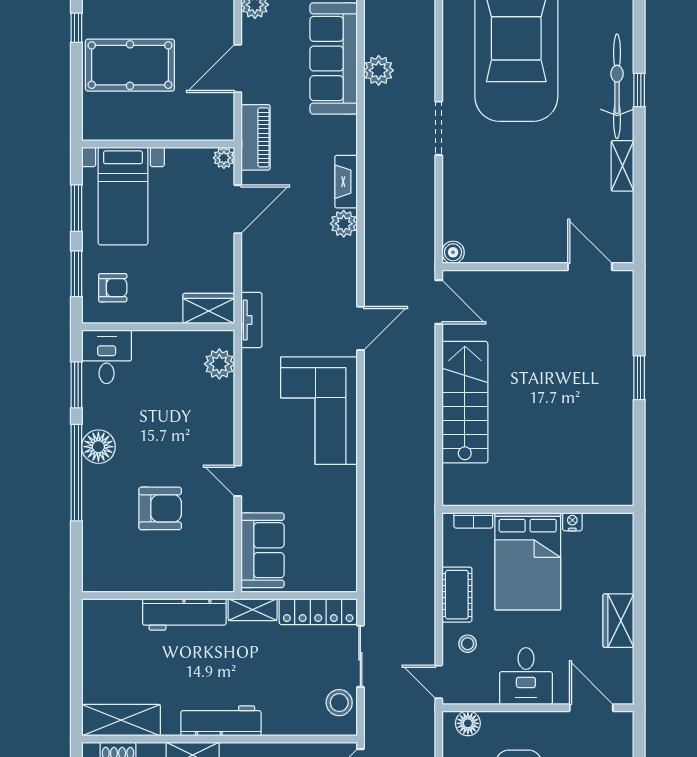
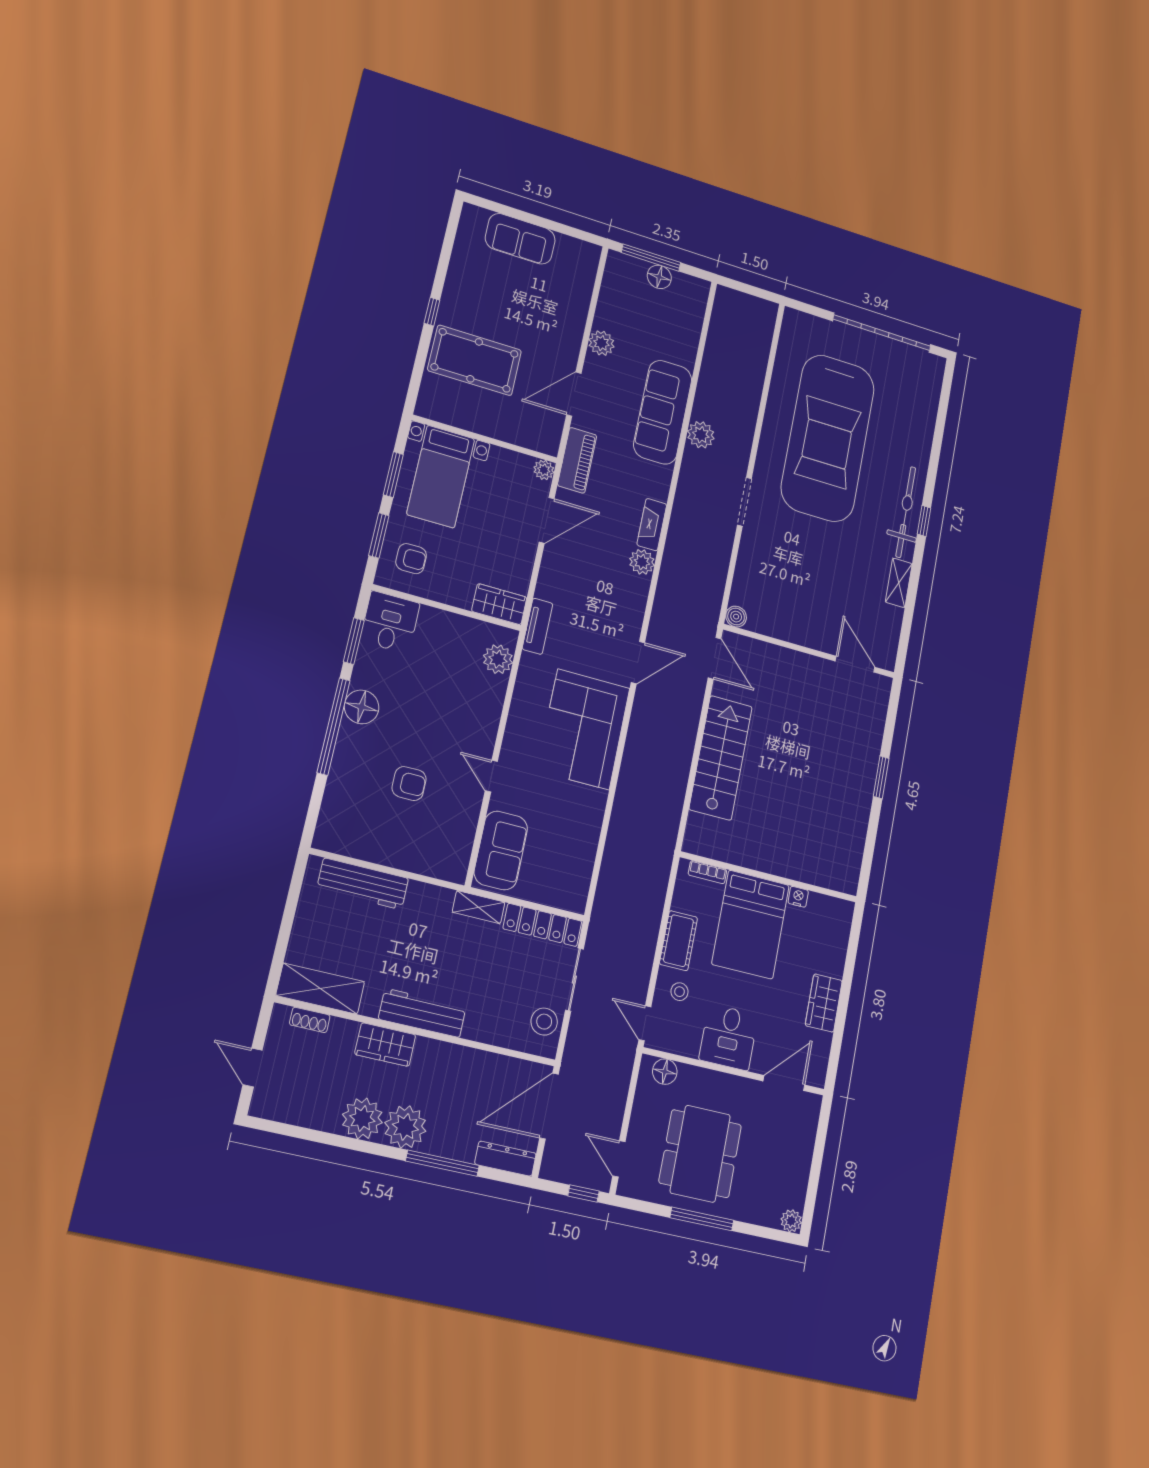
armchair: (160, 508) -> (409, 783), width x0.72, depth x0.72
workbench: (184, 614) -> (363, 884), moved
door: (591, 708) -> (784, 1083), hinge flipped

